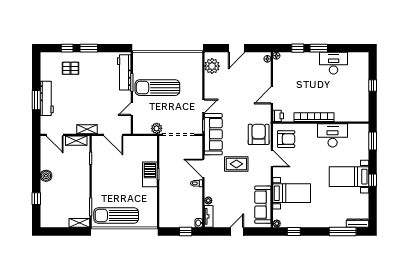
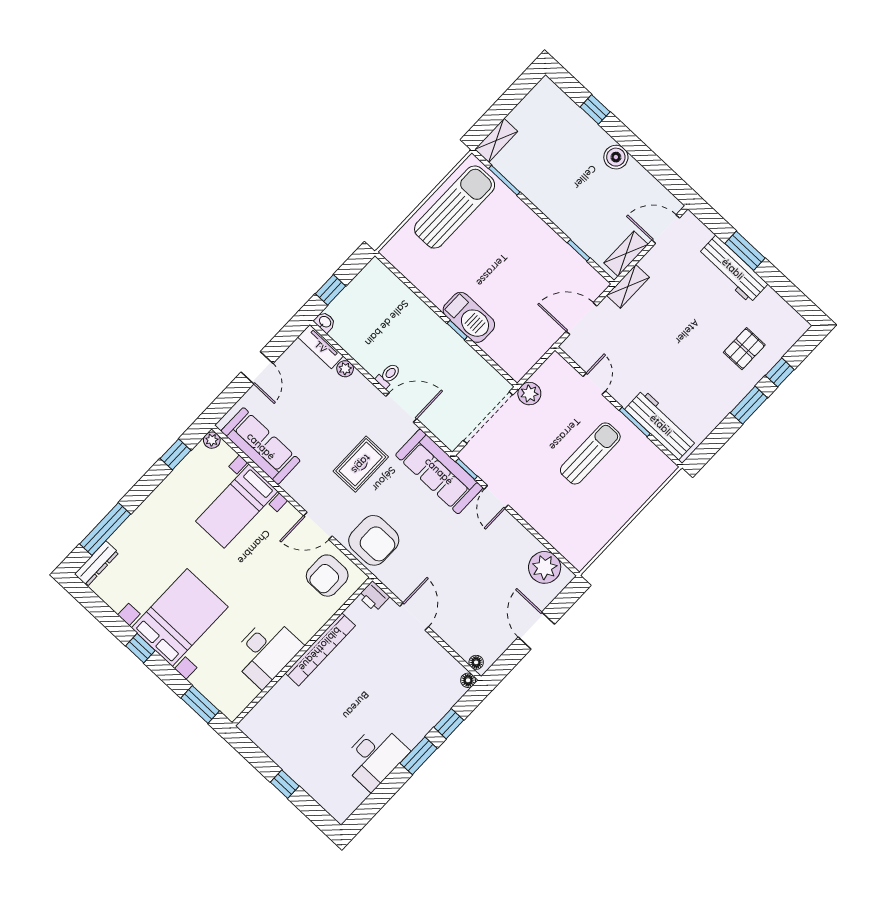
sun lounger: (157, 88) -> (590, 453), width x0.73, depth x0.75
bed with nightstands: (349, 177) -> (180, 617), width x1.36

